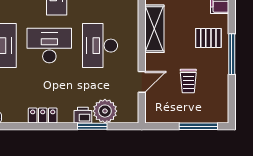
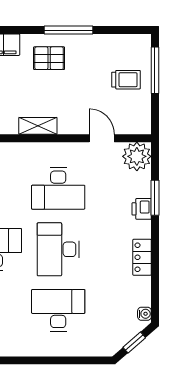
shelving: (154, 29) -> (38, 126), width x0.67, depth x0.75
pallet: (208, 38) -> (49, 58), turned 90
trolley: (188, 81) -> (126, 80), moved
plant: (105, 111) -> (137, 156), moved

